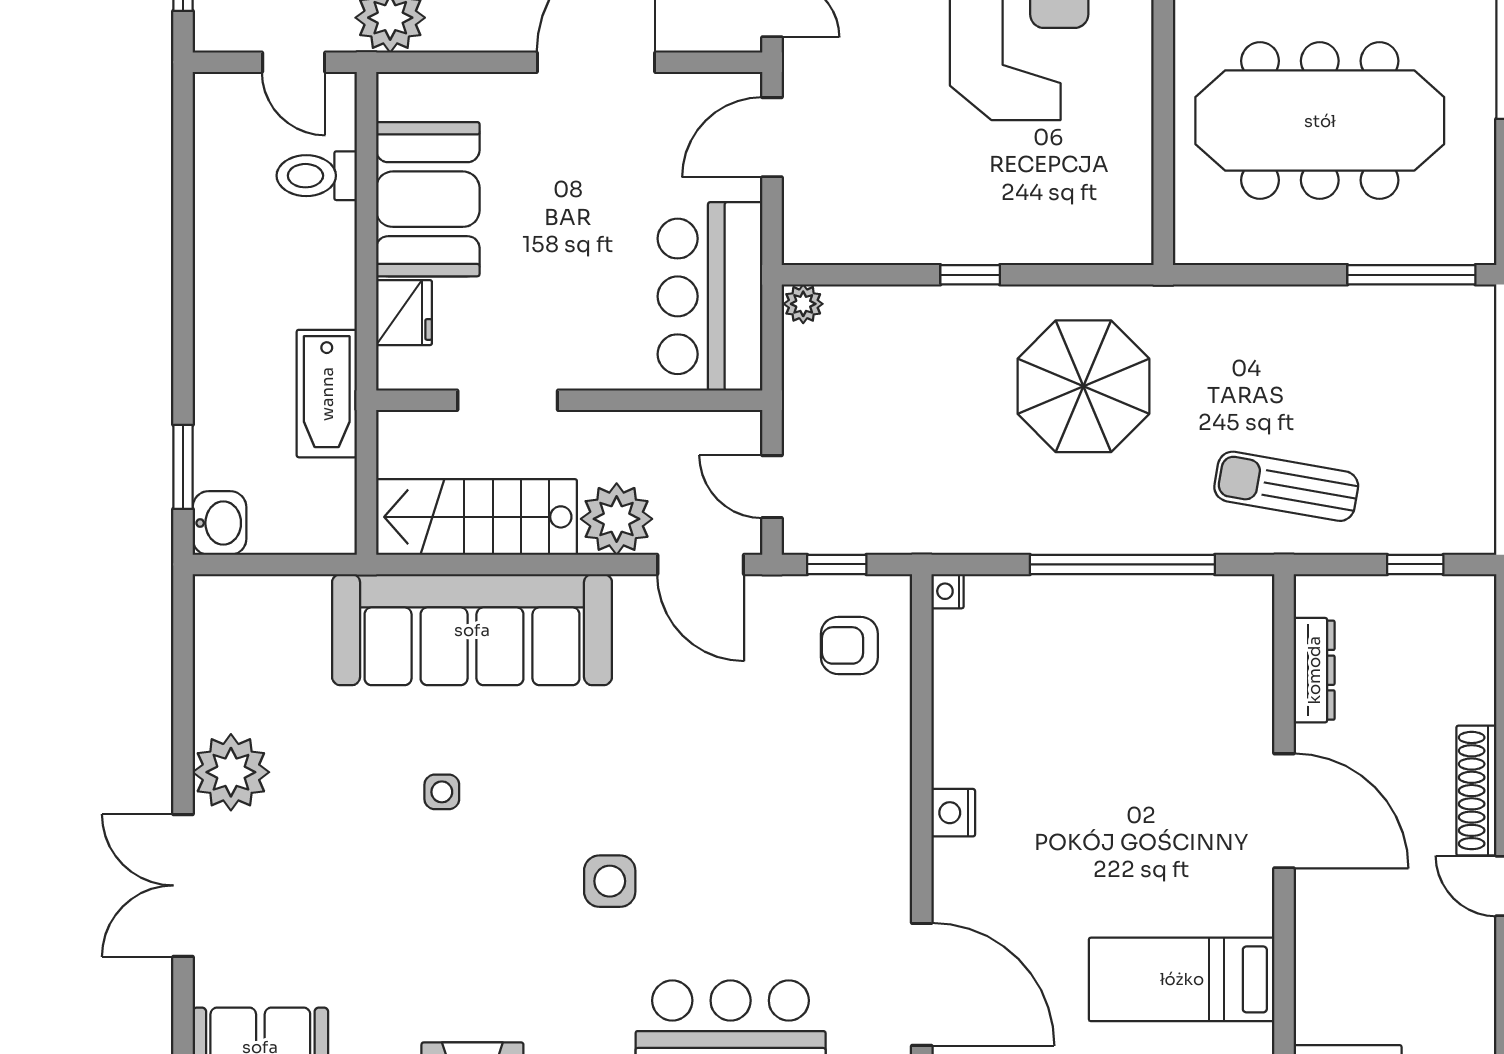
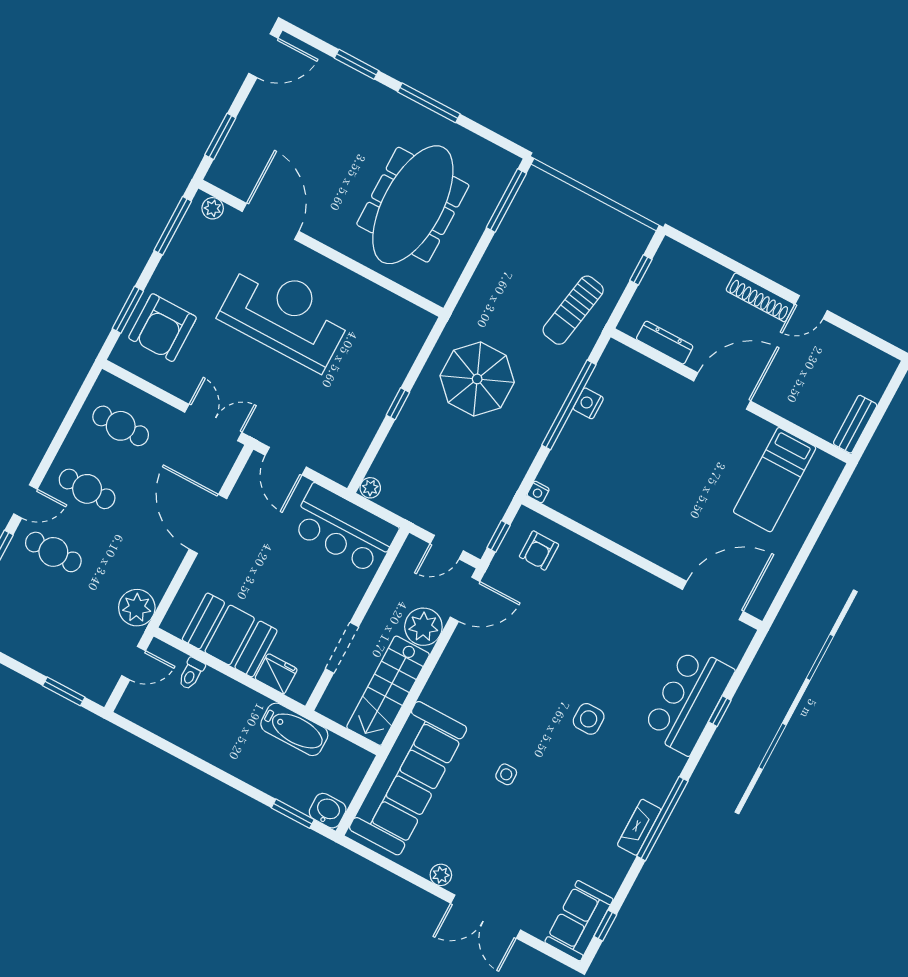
toilet: (317, 176) -> (191, 674), width x0.73, depth x0.72
sofa: (472, 630) -> (408, 778), moved
plant: (231, 772) -> (441, 875), width x0.53, depth x0.53
nightstand: (953, 813) -> (588, 403), moved, turned 90

